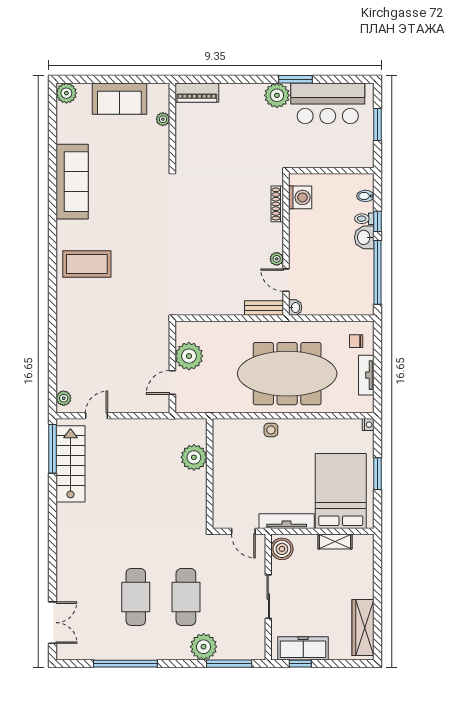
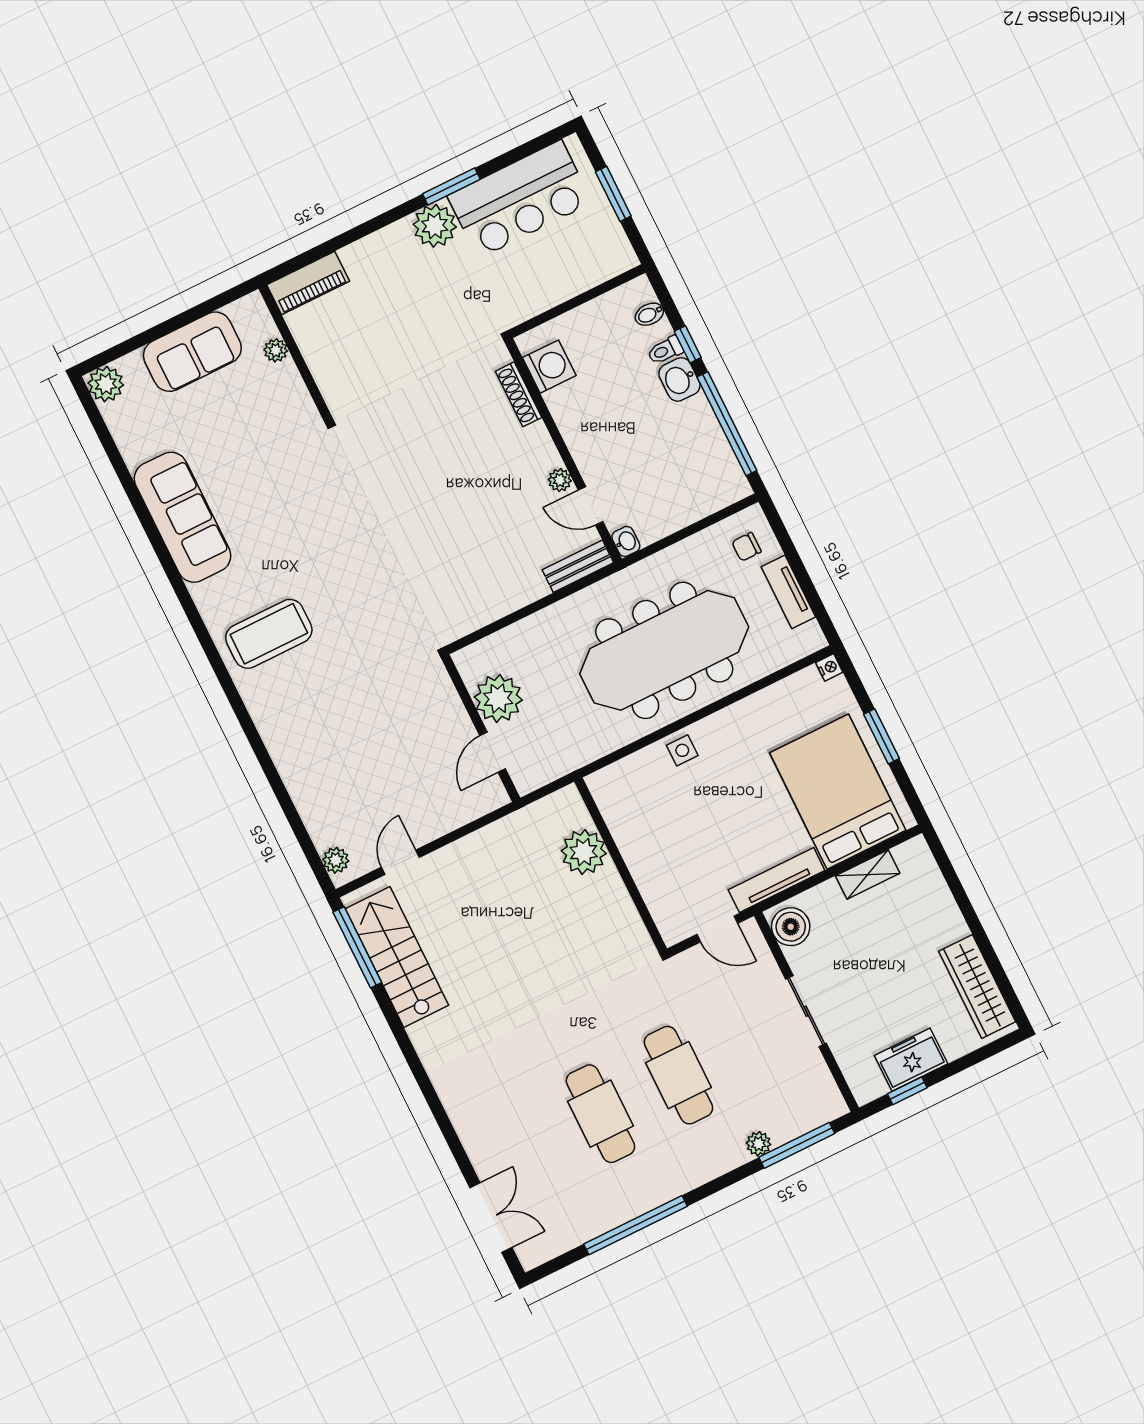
plant: (204, 647) -> (759, 1144), width x0.53, depth x0.53
freezer: (303, 648) -> (911, 1060), width x0.71

